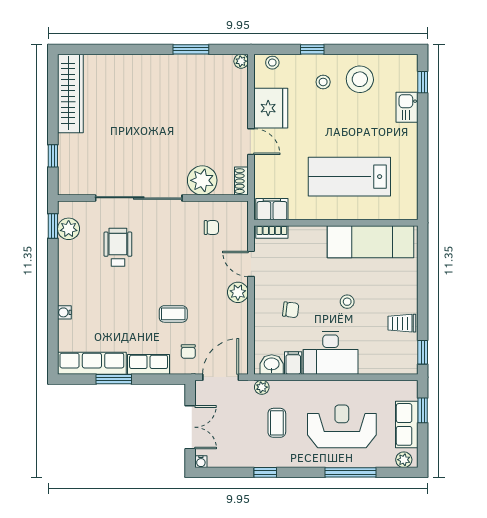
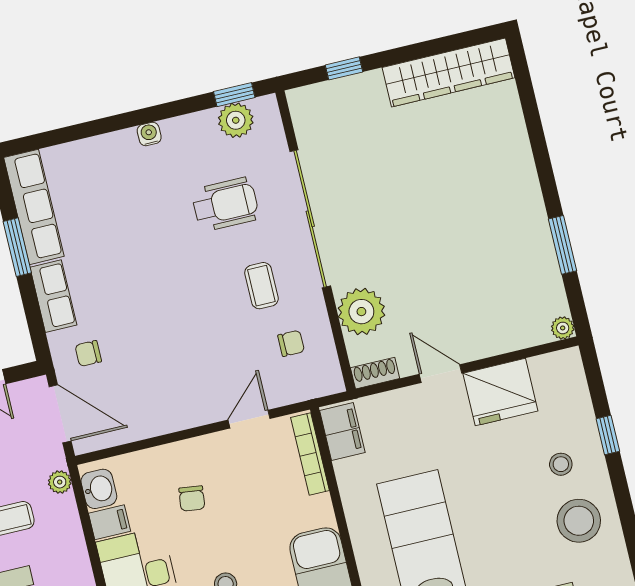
stool: (272, 63) -> (572, 377), removed
door: (251, 142) -> (440, 374), swing flipped
chair: (211, 227) -> (291, 343), turned -90
bookcase: (272, 232) -> (310, 454), width x1.56
plant: (238, 292) -> (199, 409), removed
water cooler: (64, 312) -> (149, 134), moved
coffee table: (173, 314) -> (261, 286), moved

